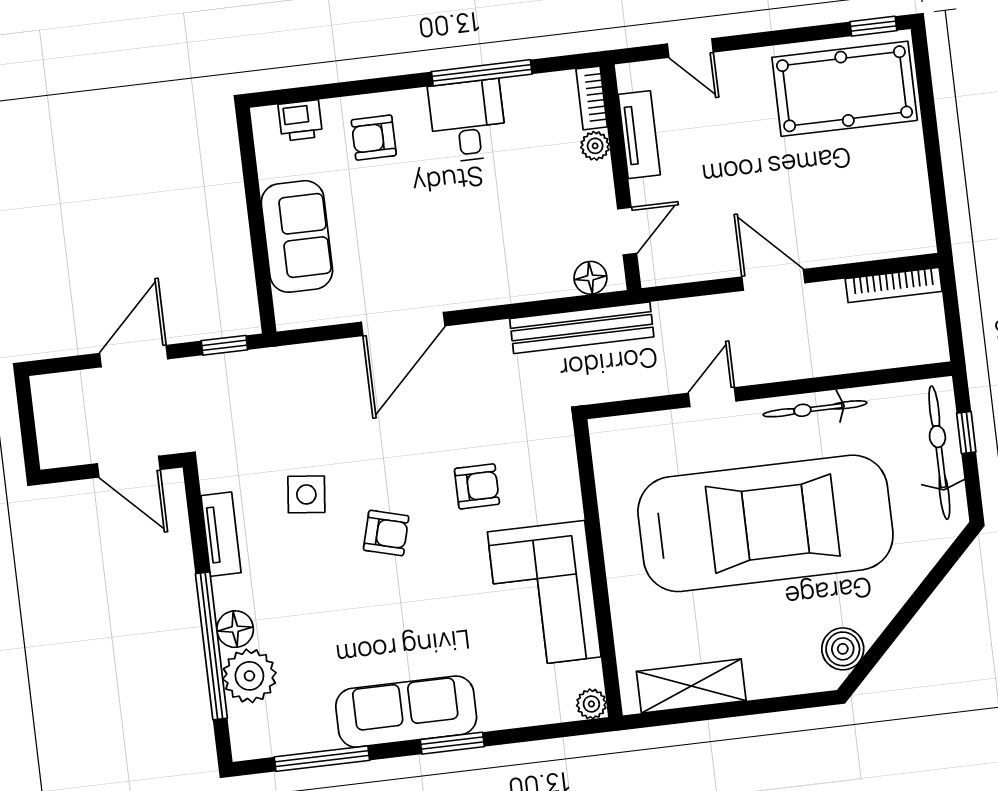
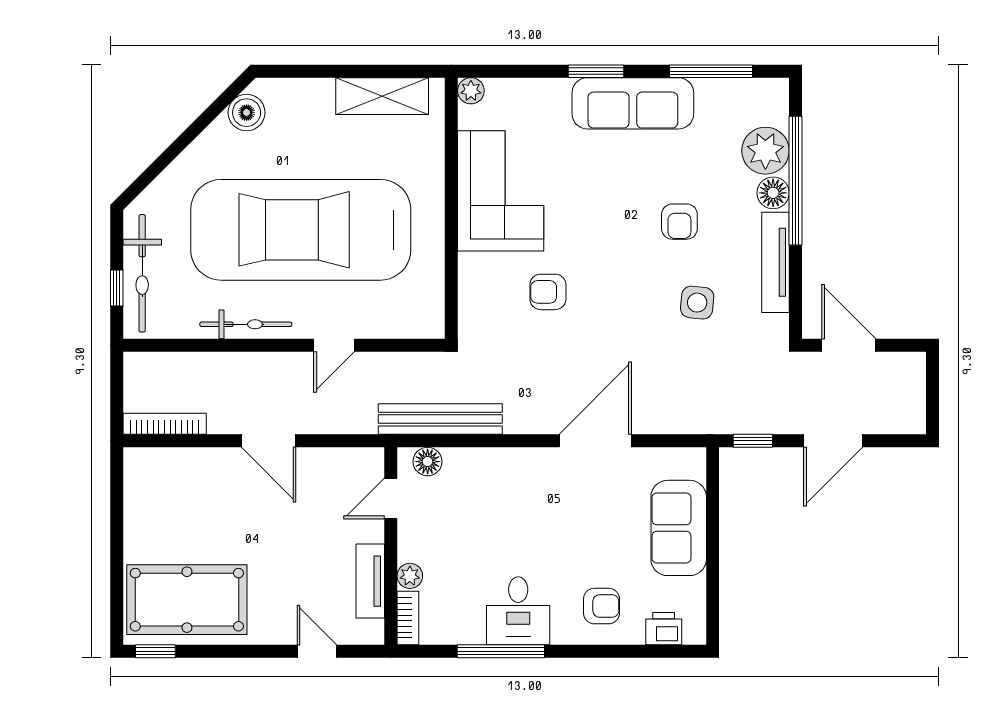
armchair: (386, 533) -> (679, 222), moved, turned -105
tv unit: (221, 534) -> (776, 262), width x1.41

